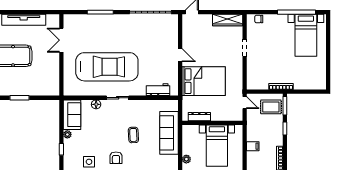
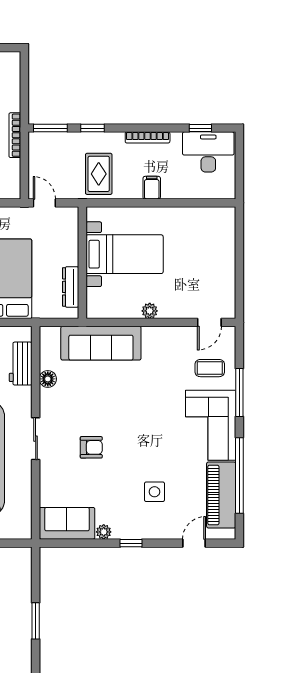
door: (245, 103) -> (44, 203), hinge flipped
floor lamp: (96, 104) -> (48, 379), moved
rug: (271, 107) -> (99, 174), moved
coffee table: (133, 135) -> (105, 409), removed
filing cabinet: (253, 146) -> (152, 188), moved
armchair: (116, 158) -> (91, 447), moved

